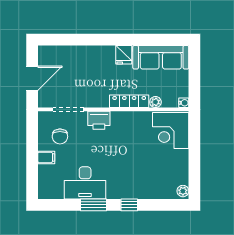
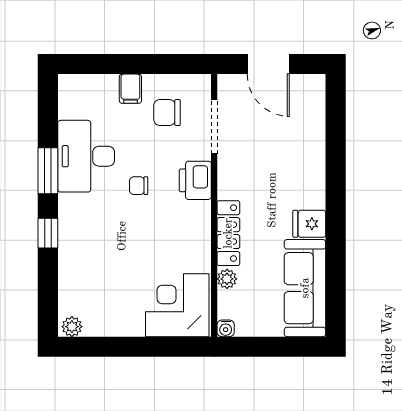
chair: (102, 153) -> (139, 186), added

